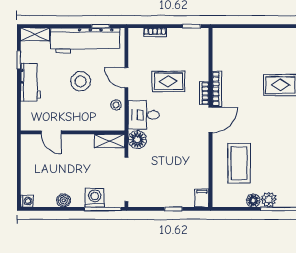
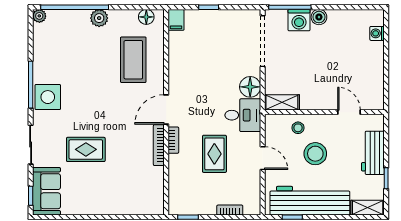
rug: (168, 81) -> (214, 154), turned 90
stool: (116, 105) -> (298, 128), moved
door: (51, 132) -> (349, 112), moved
wall: (73, 132) -> (324, 112), moved
shelving: (110, 141) -> (282, 102), moved
boiler: (64, 200) -> (319, 17), moved
washing machine: (27, 201) -> (377, 33), moved
floor lamp: (253, 201) -> (146, 17), moved

